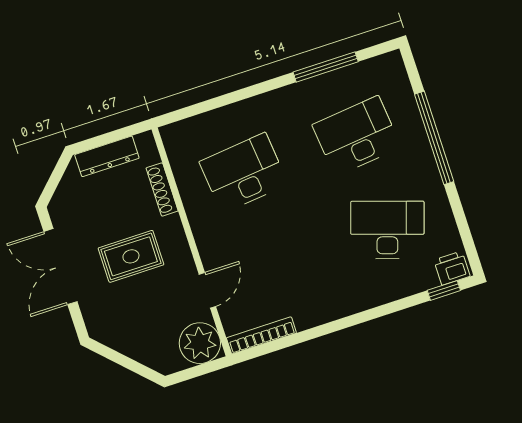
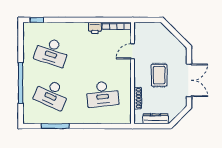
desk: (357, 136) -> (52, 94), turned 30
rug: (131, 256) -> (159, 75), turned 90
printer: (452, 268) -> (95, 28), moved
plant: (200, 343) -> (143, 31), removed

